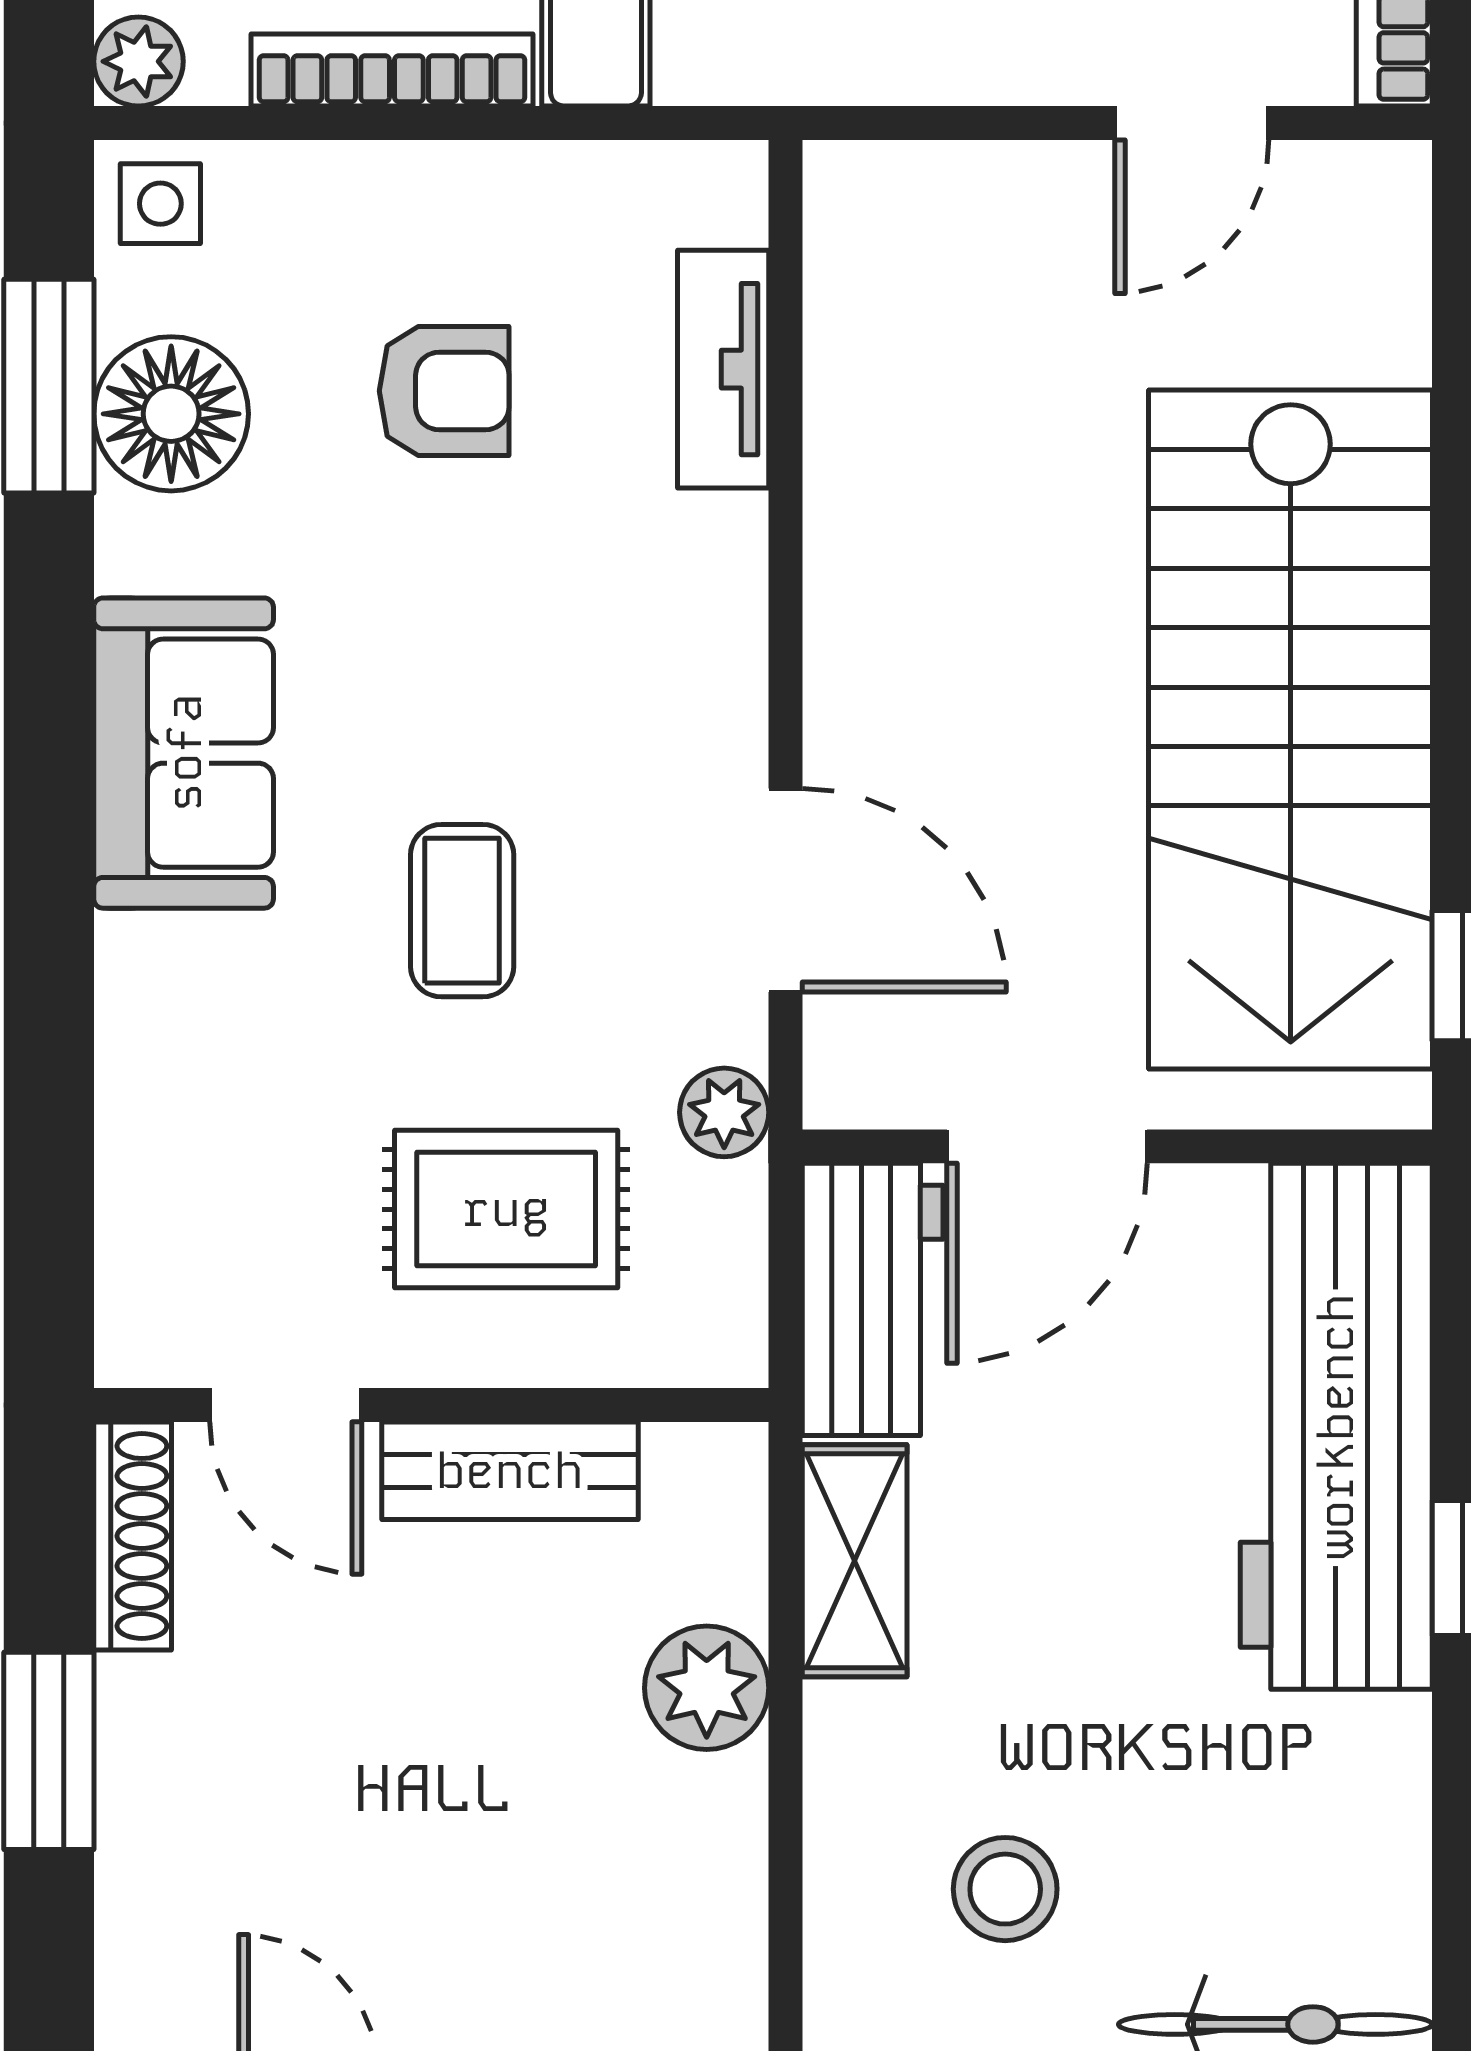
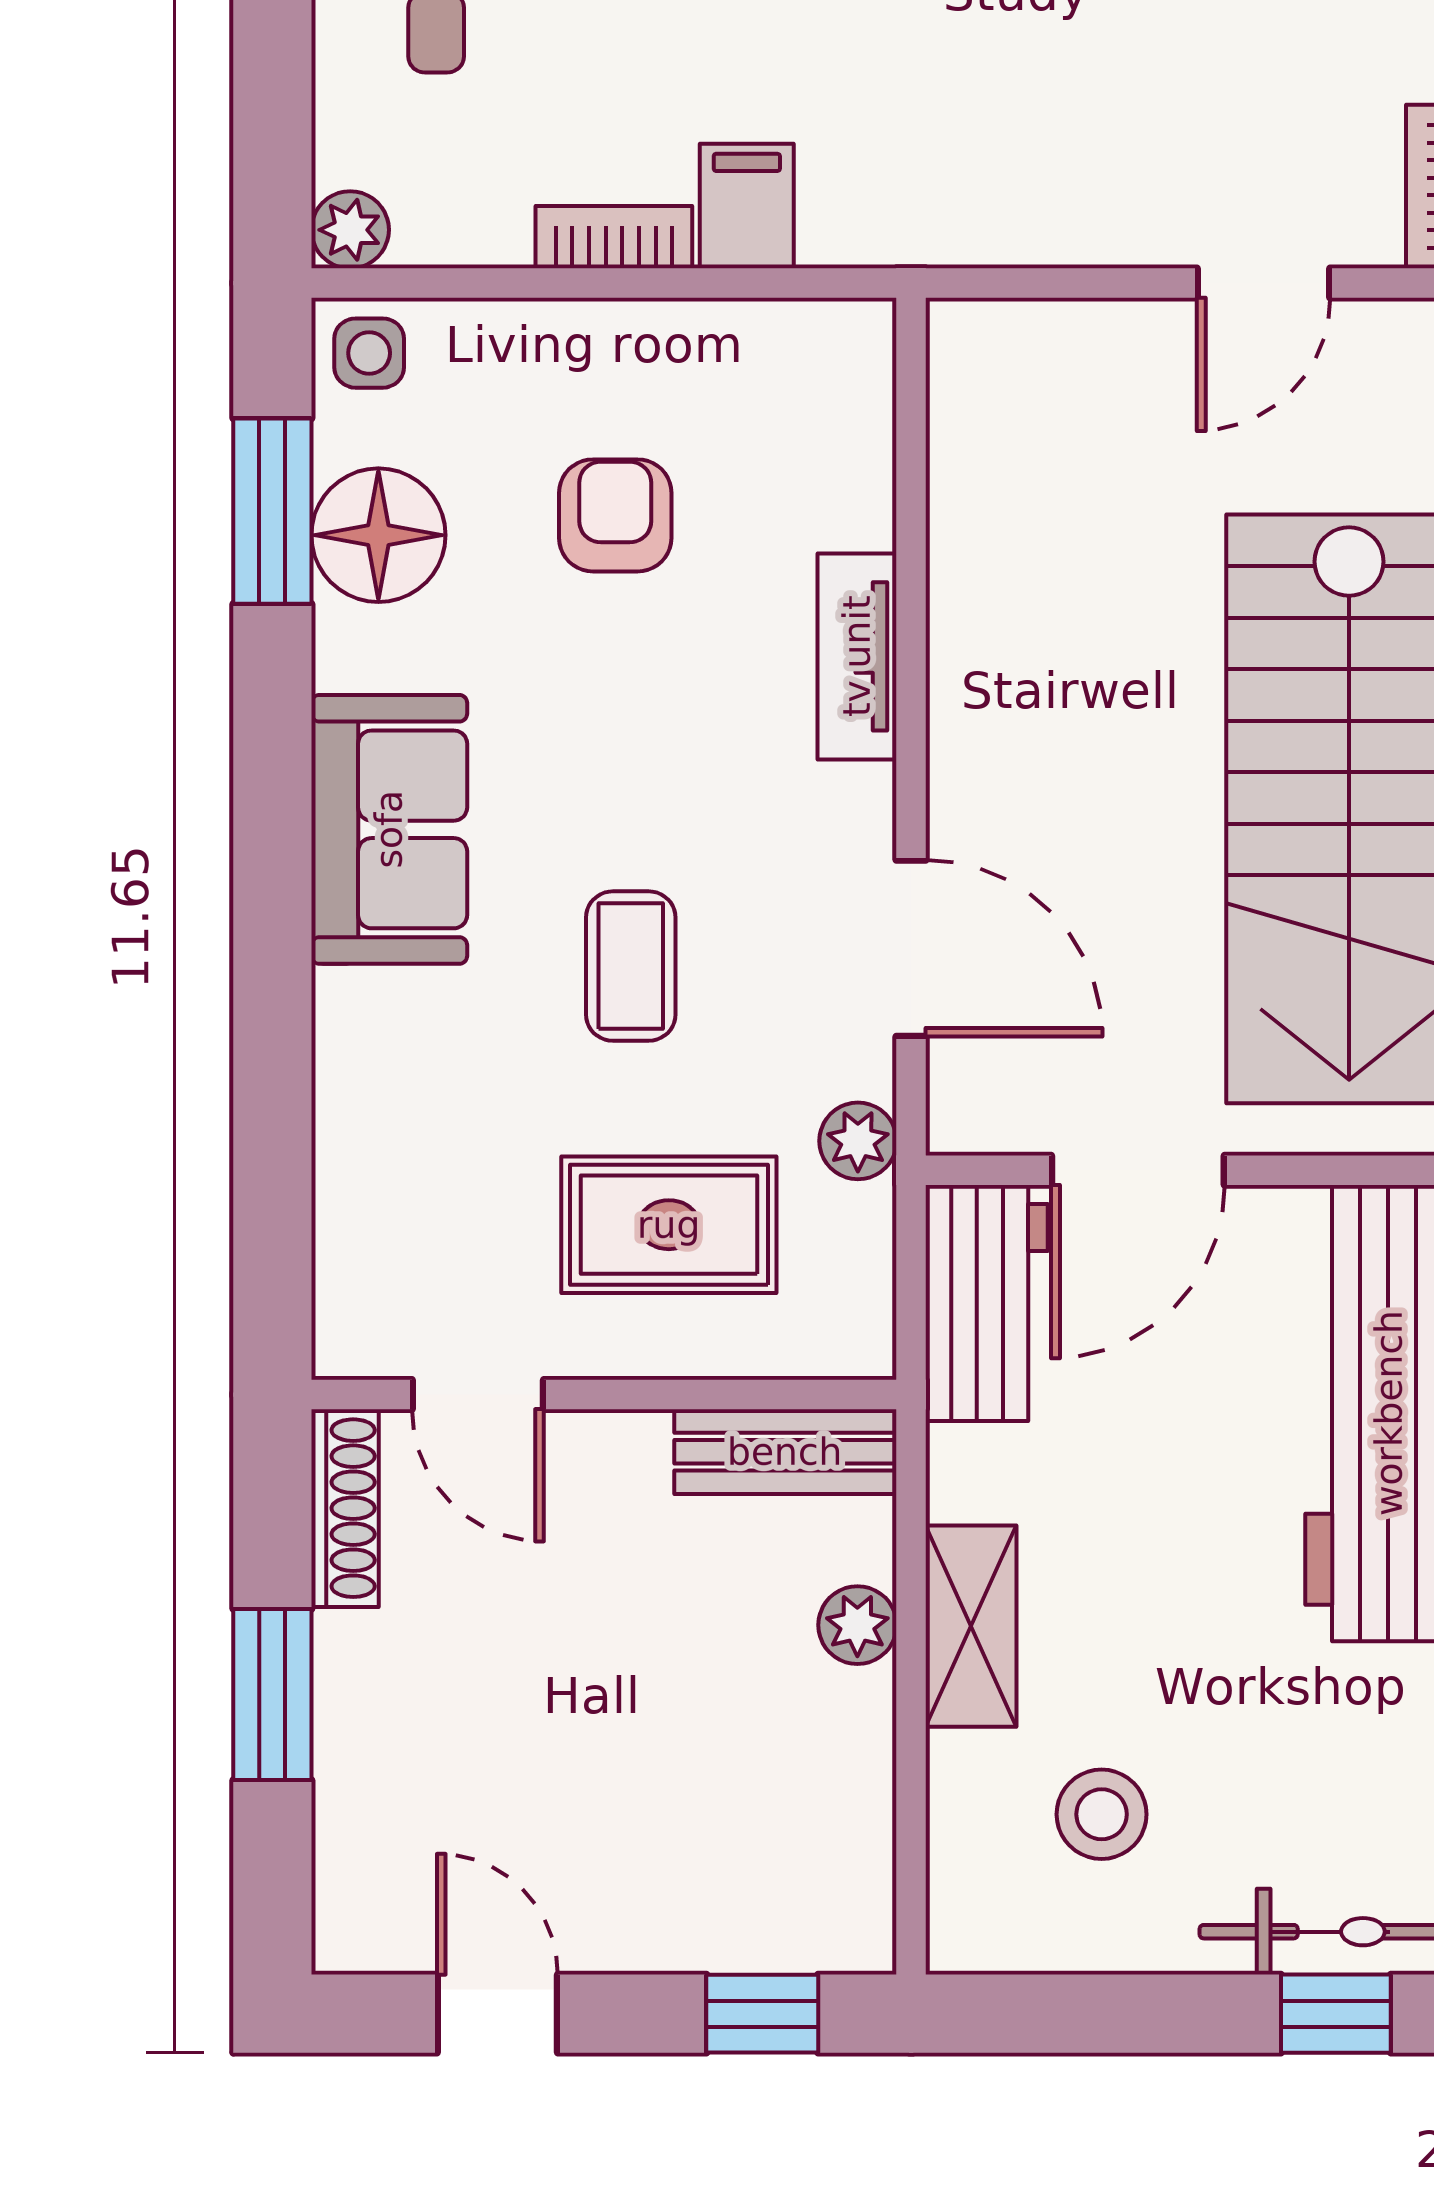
bookcase: (392, 70) -> (614, 237), width x0.64
tv unit: (723, 369) -> (857, 656), moved
armchair: (444, 391) -> (615, 515), turned -90
bench: (510, 1471) -> (785, 1452), moved
shelving: (855, 1561) -> (971, 1626), moved
plant: (707, 1688) -> (857, 1625), width x0.73, depth x0.73

